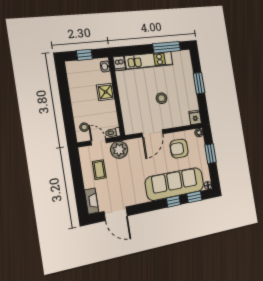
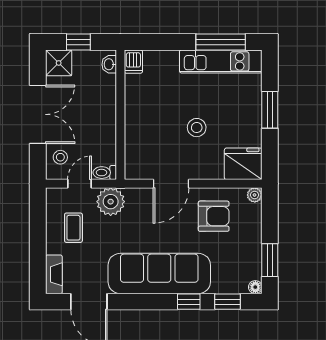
kitchen unit: (149, 60) -> (221, 61), moved
shower: (106, 92) -> (59, 63), moved
double door: (66, 102) -> (38, 114), added
fridge: (195, 117) -> (243, 164), width x1.88, depth x1.34
door: (99, 142) -> (80, 184), hinge flipped
armchair: (179, 149) -> (214, 216), turned 180
window: (211, 154) -> (270, 260), moved
sofa: (175, 184) -> (159, 273), moved

